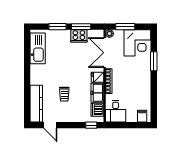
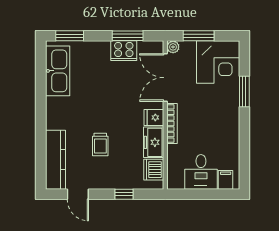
window: (57, 27) -> (70, 36), moved
desk: (116, 111) -> (201, 172), moved
window: (91, 125) -> (124, 194), moved

